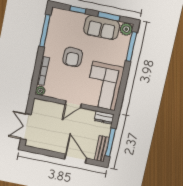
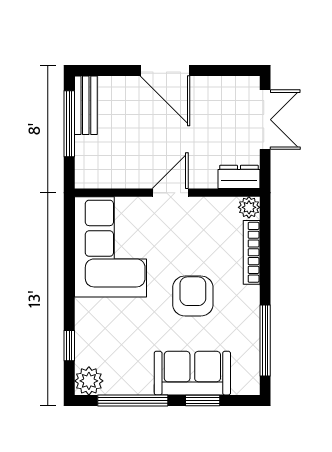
window: (109, 16) -> (133, 400), width x1.44
sofa: (102, 28) -> (192, 373), moved
window: (131, 47) -> (69, 346), width x0.46
dresser: (104, 117) -> (239, 177), moved
door: (76, 159) -> (165, 70), moved

